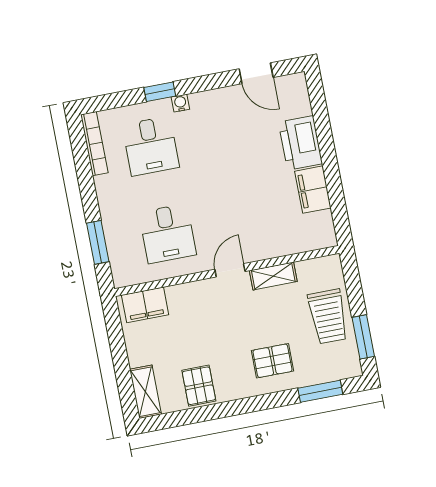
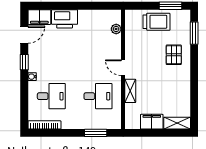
window: (160, 92) -> (24, 62), moved
filing cabinet: (313, 190) -> (39, 17), moved
plant: (300, 243) -> (116, 29), added
shelving: (273, 276) -> (130, 91), moved
filing cabinet: (145, 305) -> (152, 122), moved, turned -90
pallet: (199, 386) -> (179, 95), removed

